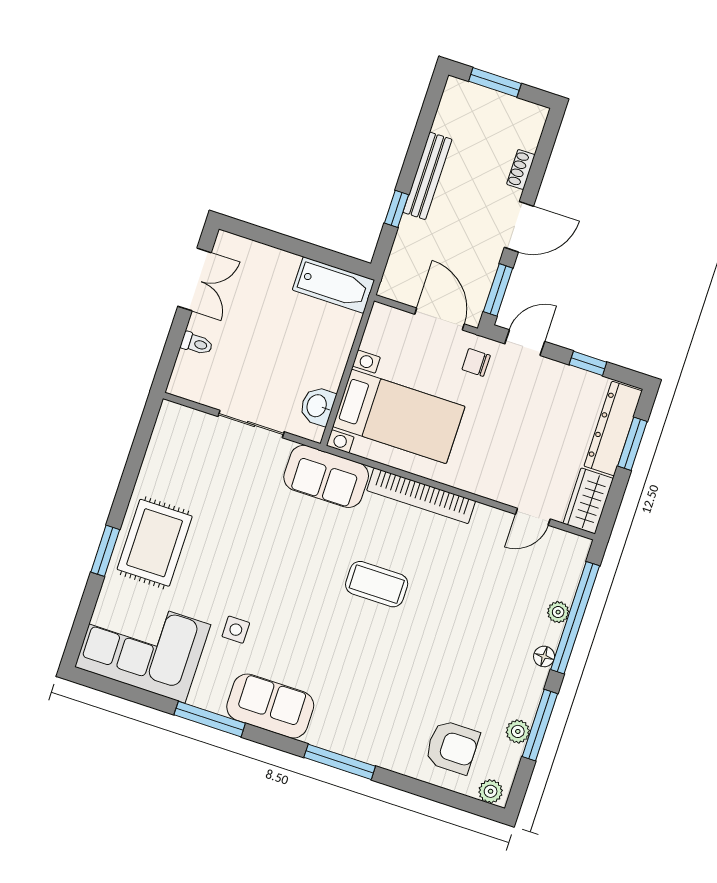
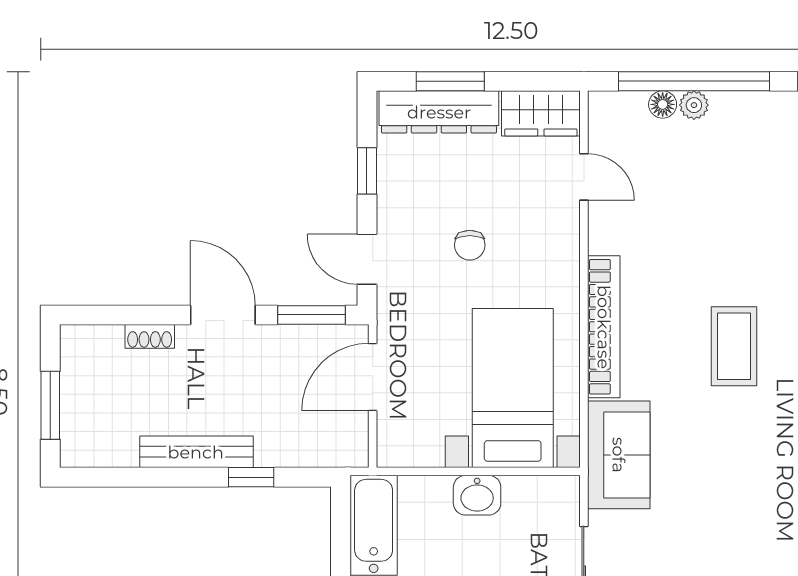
chair: (476, 362) -> (470, 245), moved
washbasin: (317, 406) -> (477, 495), moved
floor lamp: (544, 656) -> (663, 104), moved

